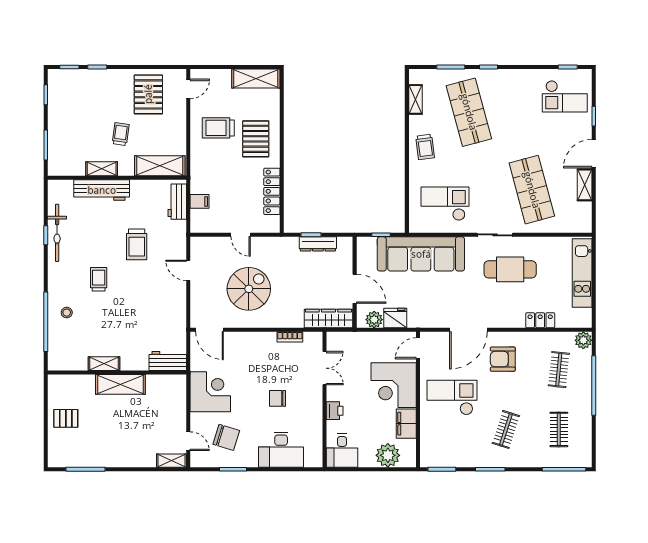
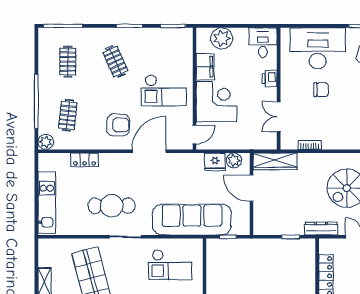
dresser: (318, 244) -> (321, 229), moved
clothes rail: (506, 429) -> (115, 62), turned -42
desk: (281, 450) -> (318, 48), width x1.36, depth x1.30

